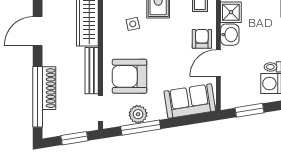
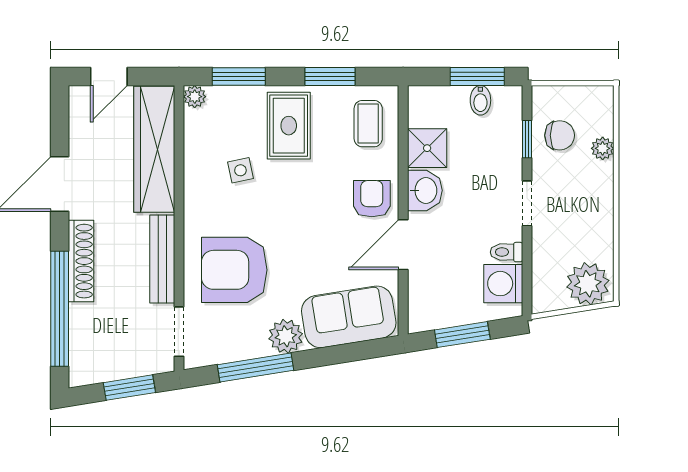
shoe rack: (49, 88) -> (81, 261), moved
plant: (138, 114) -> (286, 336), moved

